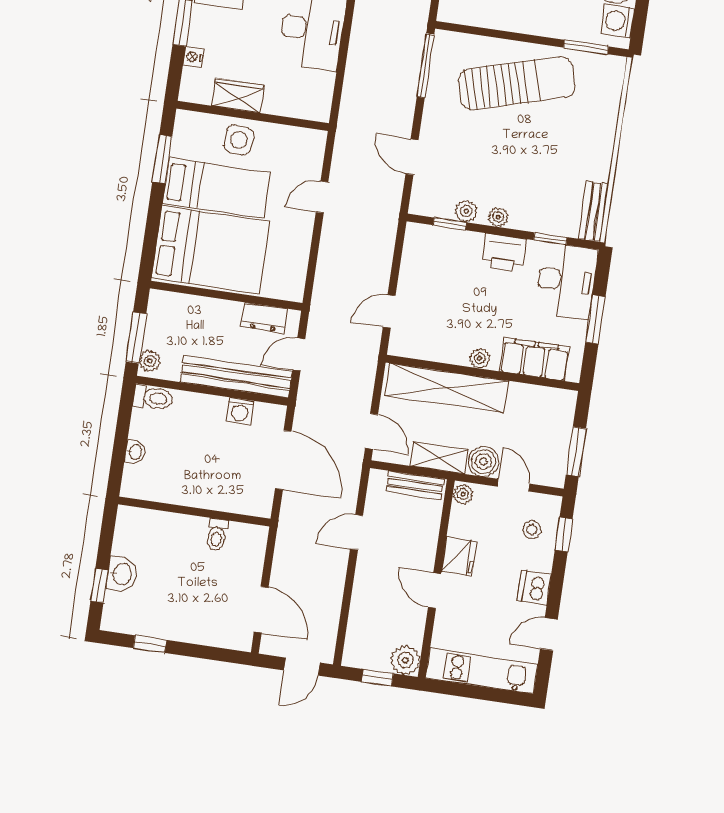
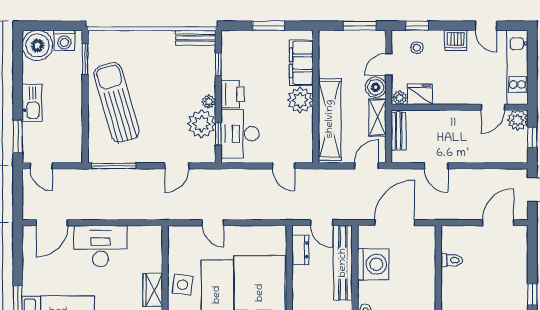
plant: (466, 211) -> (201, 124), width x1.88, depth x1.88
desk: (566, 281) -> (240, 134), moved, turned -90
plant: (480, 358) -> (300, 100), width x1.88, depth x1.88
washing machine: (240, 411) -> (373, 264), width x1.89, depth x1.89
fridge: (459, 556) -> (420, 94), moved
door: (435, 591) -> (493, 107), moved

